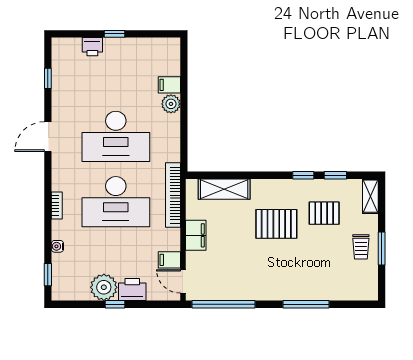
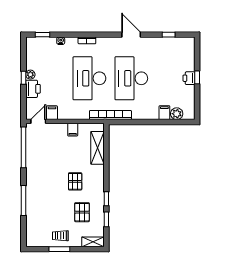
printer: (92, 47) -> (189, 78), moved
plant: (171, 104) -> (177, 114), moved
bookcase: (173, 195) -> (110, 115), moved
pallet: (276, 224) -> (75, 181), width x0.67, depth x0.71
filing cabinet: (196, 235) -> (73, 130), width x0.50
plant: (104, 287) -> (30, 75), width x0.53, depth x0.53

